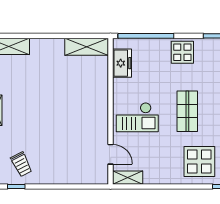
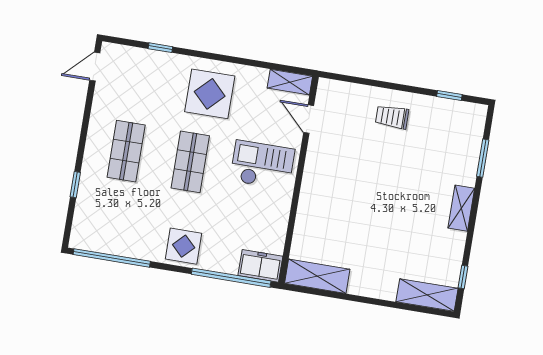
freezer: (122, 63) -> (260, 266), moved, turned 90
display table: (199, 161) -> (210, 94), moved
trolley: (21, 164) -> (392, 117), moved, turned -63

